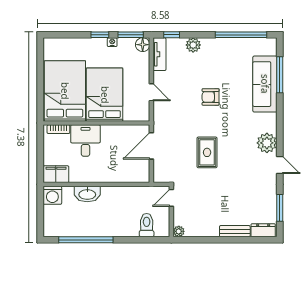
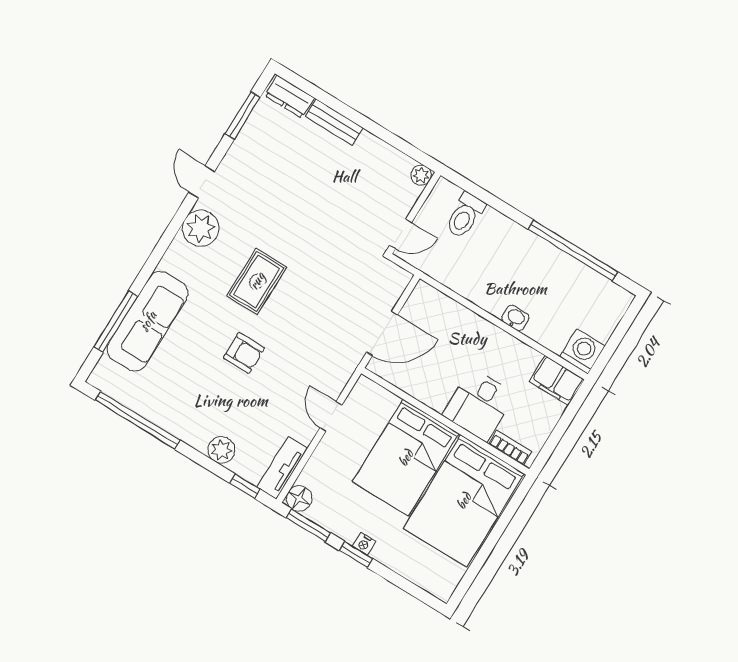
nightstand: (112, 42) -> (364, 544), moved
rug: (207, 152) -> (257, 281), moved
washbasin: (87, 194) -> (515, 318), width x0.52, depth x0.69

